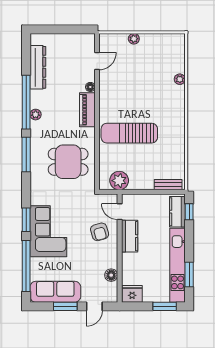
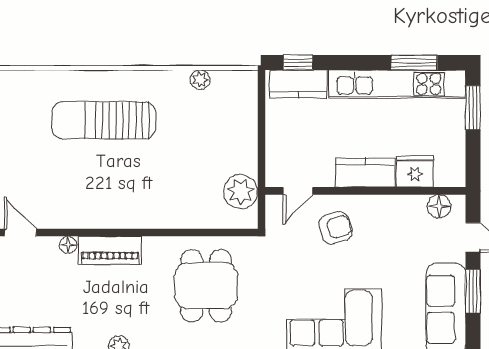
plant: (180, 79) -> (200, 80), moved
sun lounger: (129, 133) -> (104, 120), moved, turned 90
bench: (168, 185) -> (248, 101), removed
kitchen counter: (130, 236) -> (365, 172), moved
floor lamp: (111, 275) -> (439, 206), moved
fridge: (132, 294) -> (415, 172), moved, turned 90

